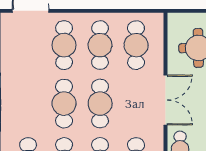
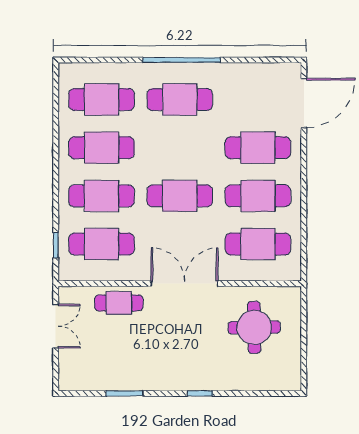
double door: (166, 100) -> (184, 284), swing flipped
cafe table: (64, 104) -> (180, 100), moved

